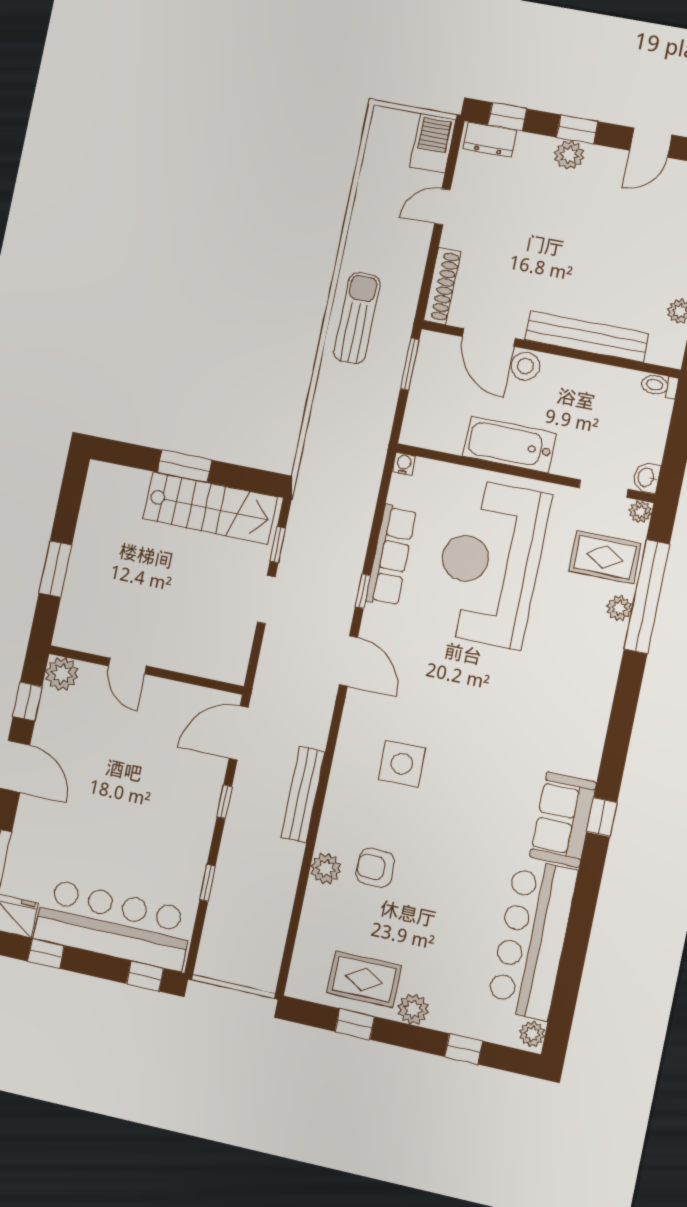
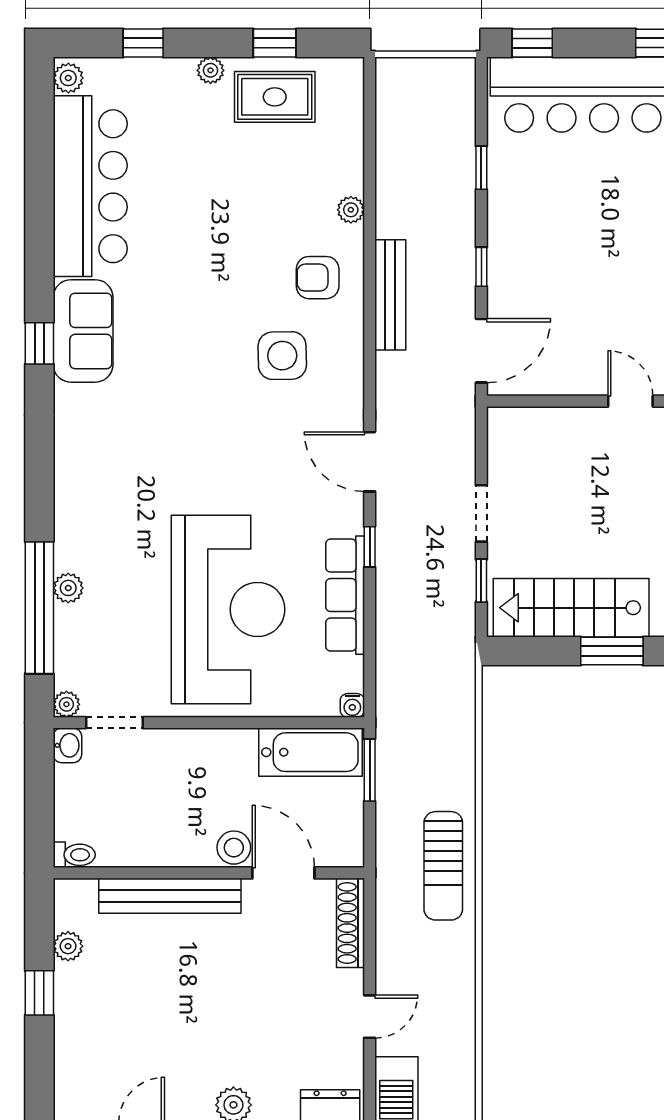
window: (410, 364) -> (370, 770), moved
bathtub: (510, 445) -> (311, 752), moved
rug: (605, 557) -> (97, 643), removed
armchair: (375, 868) -> (318, 278), moved, turned 180
plant: (326, 869) -> (351, 210), width x0.73, depth x0.73
plant: (413, 1009) -> (211, 70), width x0.73, depth x0.73

